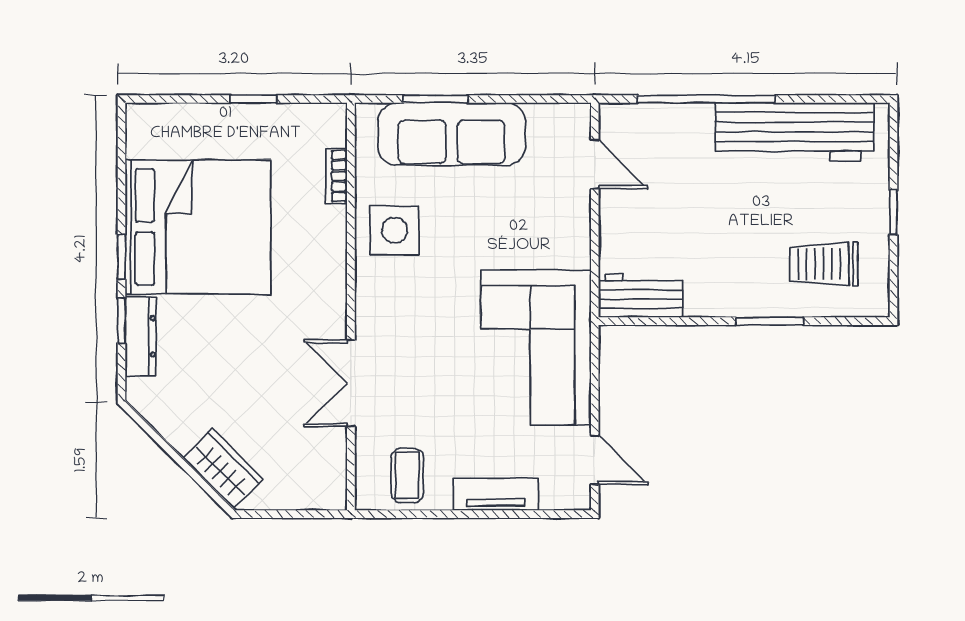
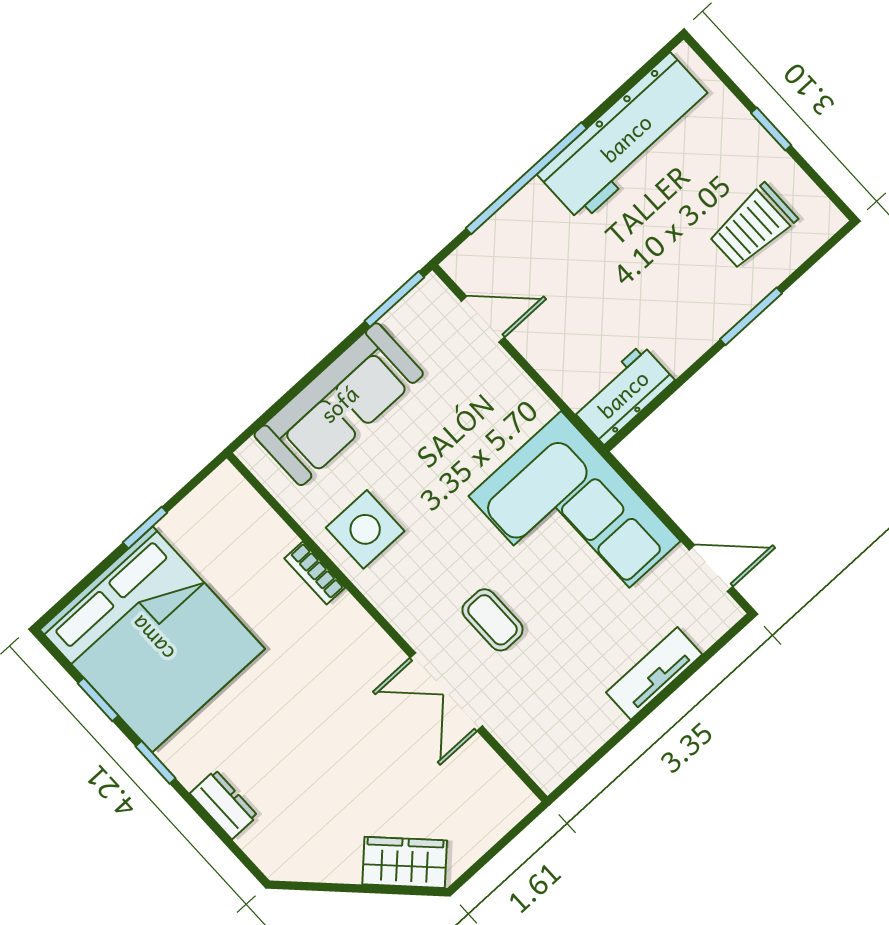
window: (436, 99) -> (394, 299), moved
bookcase: (336, 176) -> (315, 573), moved
bed: (198, 227) -> (152, 639), moved, turned 90
window: (121, 321) -> (98, 699), moved
dresser: (141, 336) -> (224, 805), width x0.70
coffee table: (407, 475) -> (492, 620), moved

